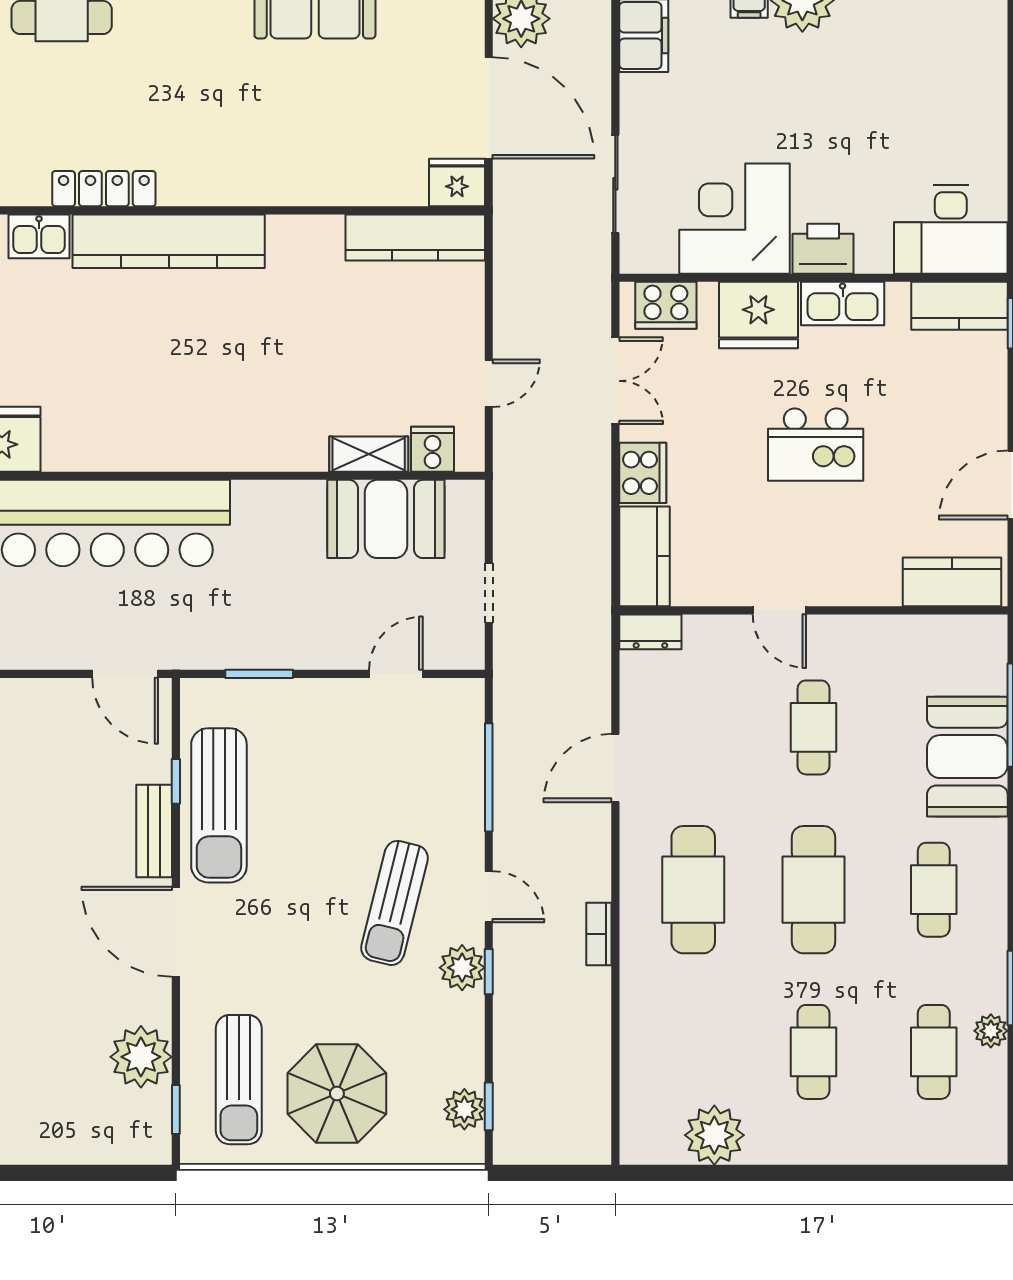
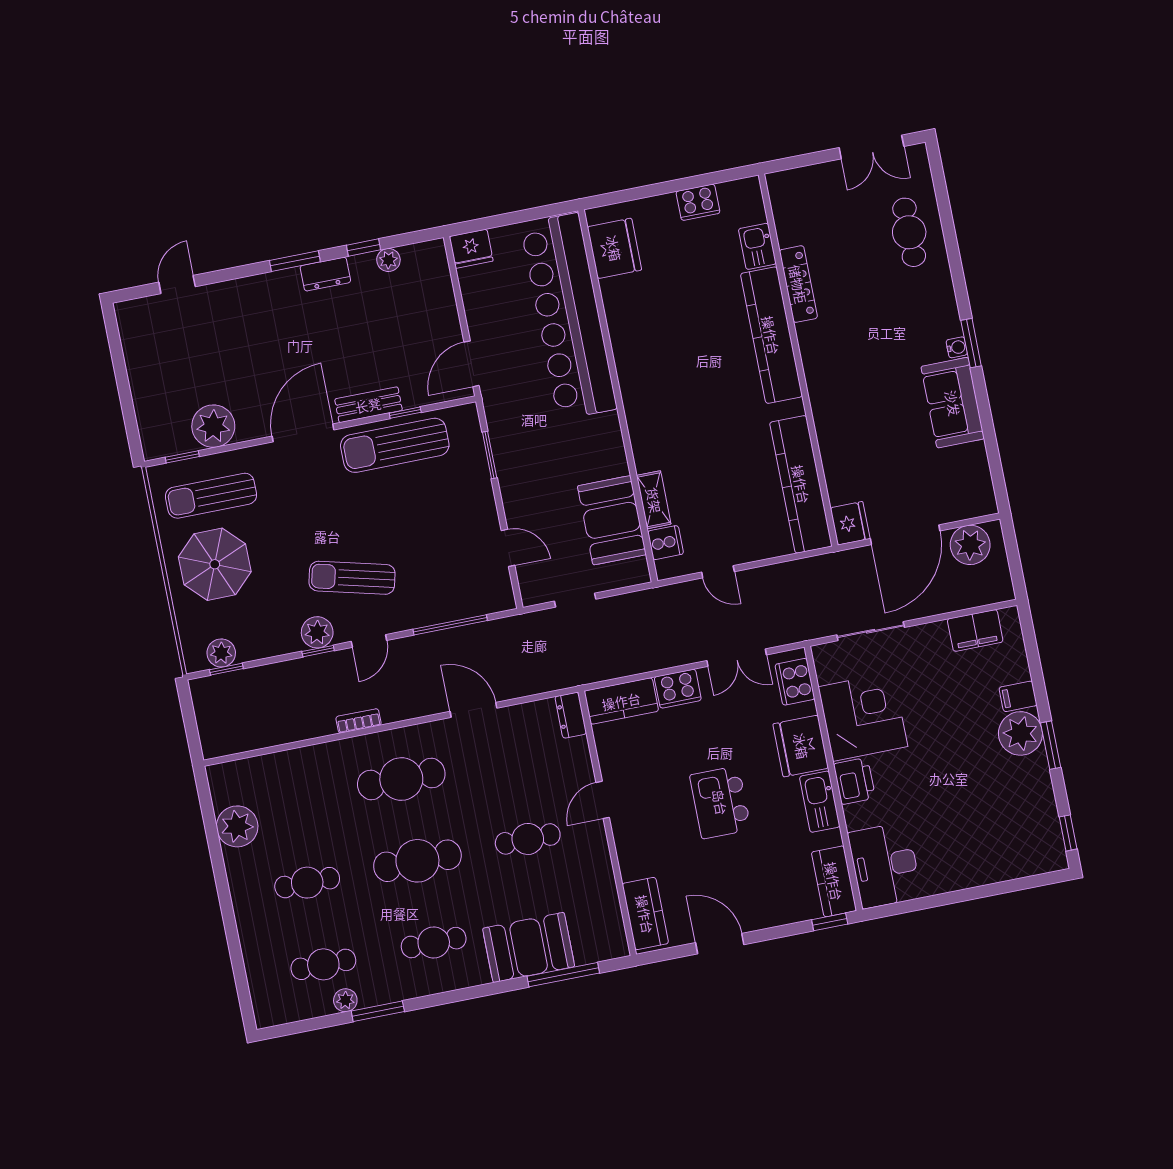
kitchen counter: (415, 238) -> (801, 484), width x1.39, depth x1.17

